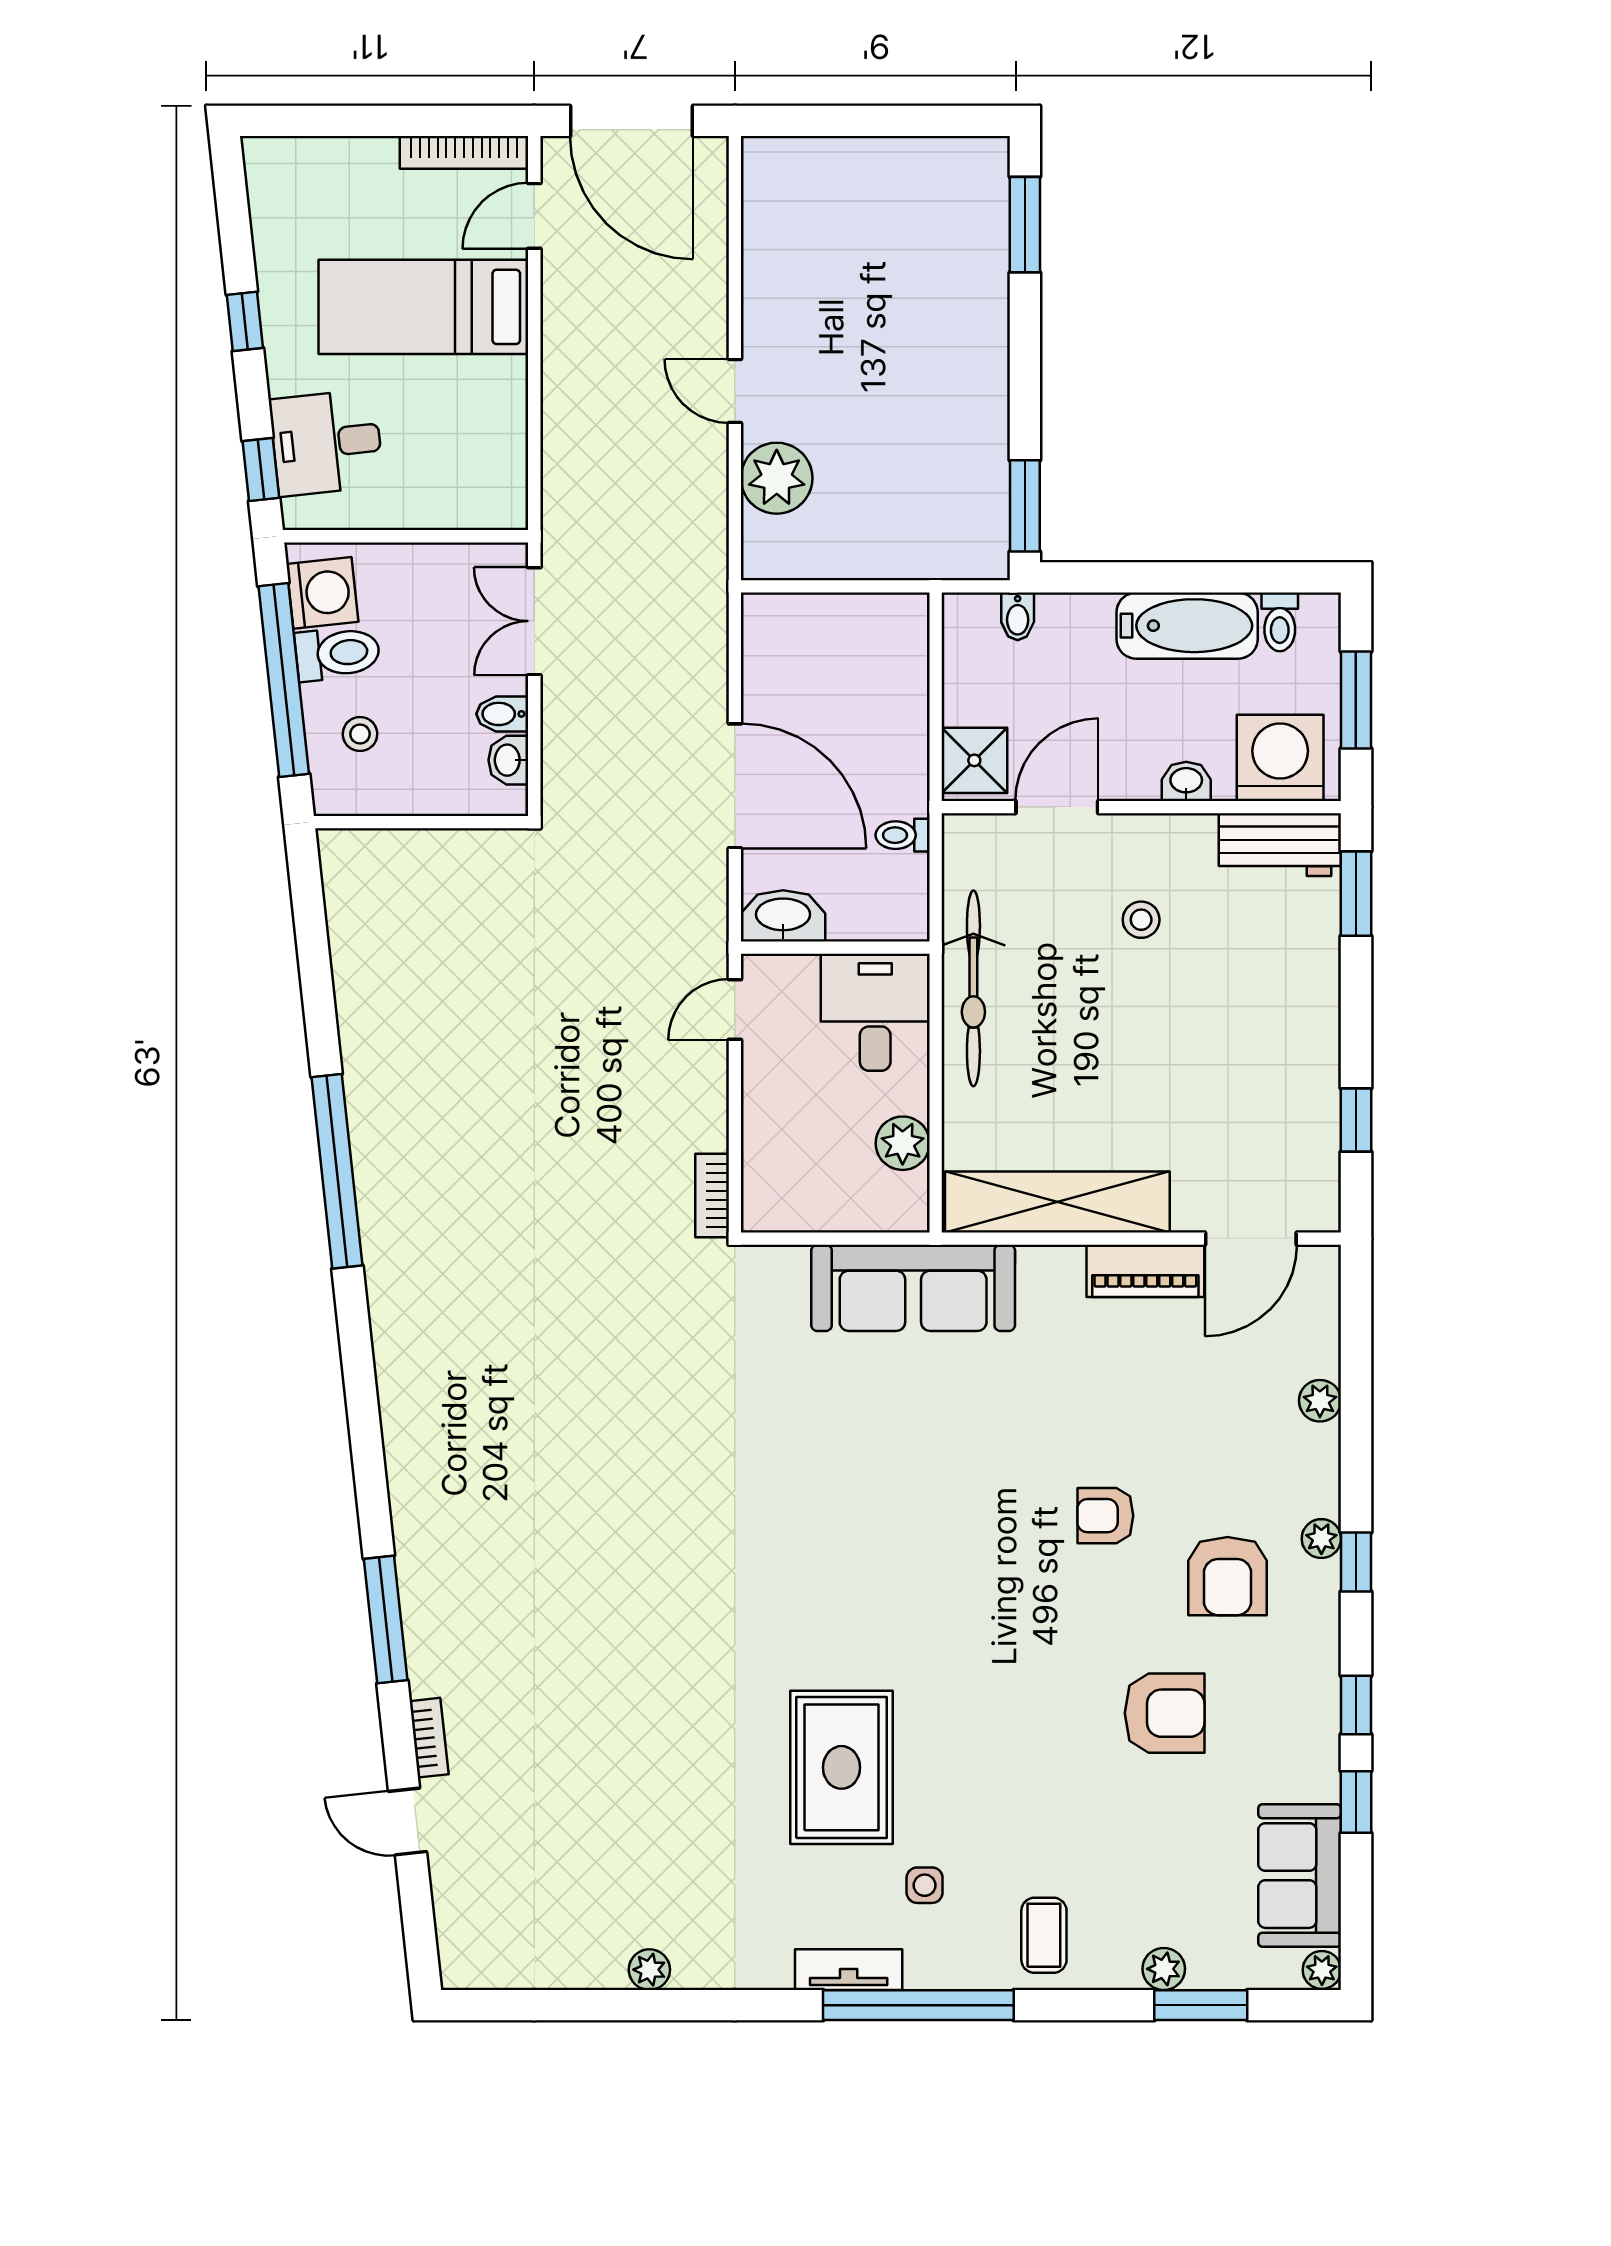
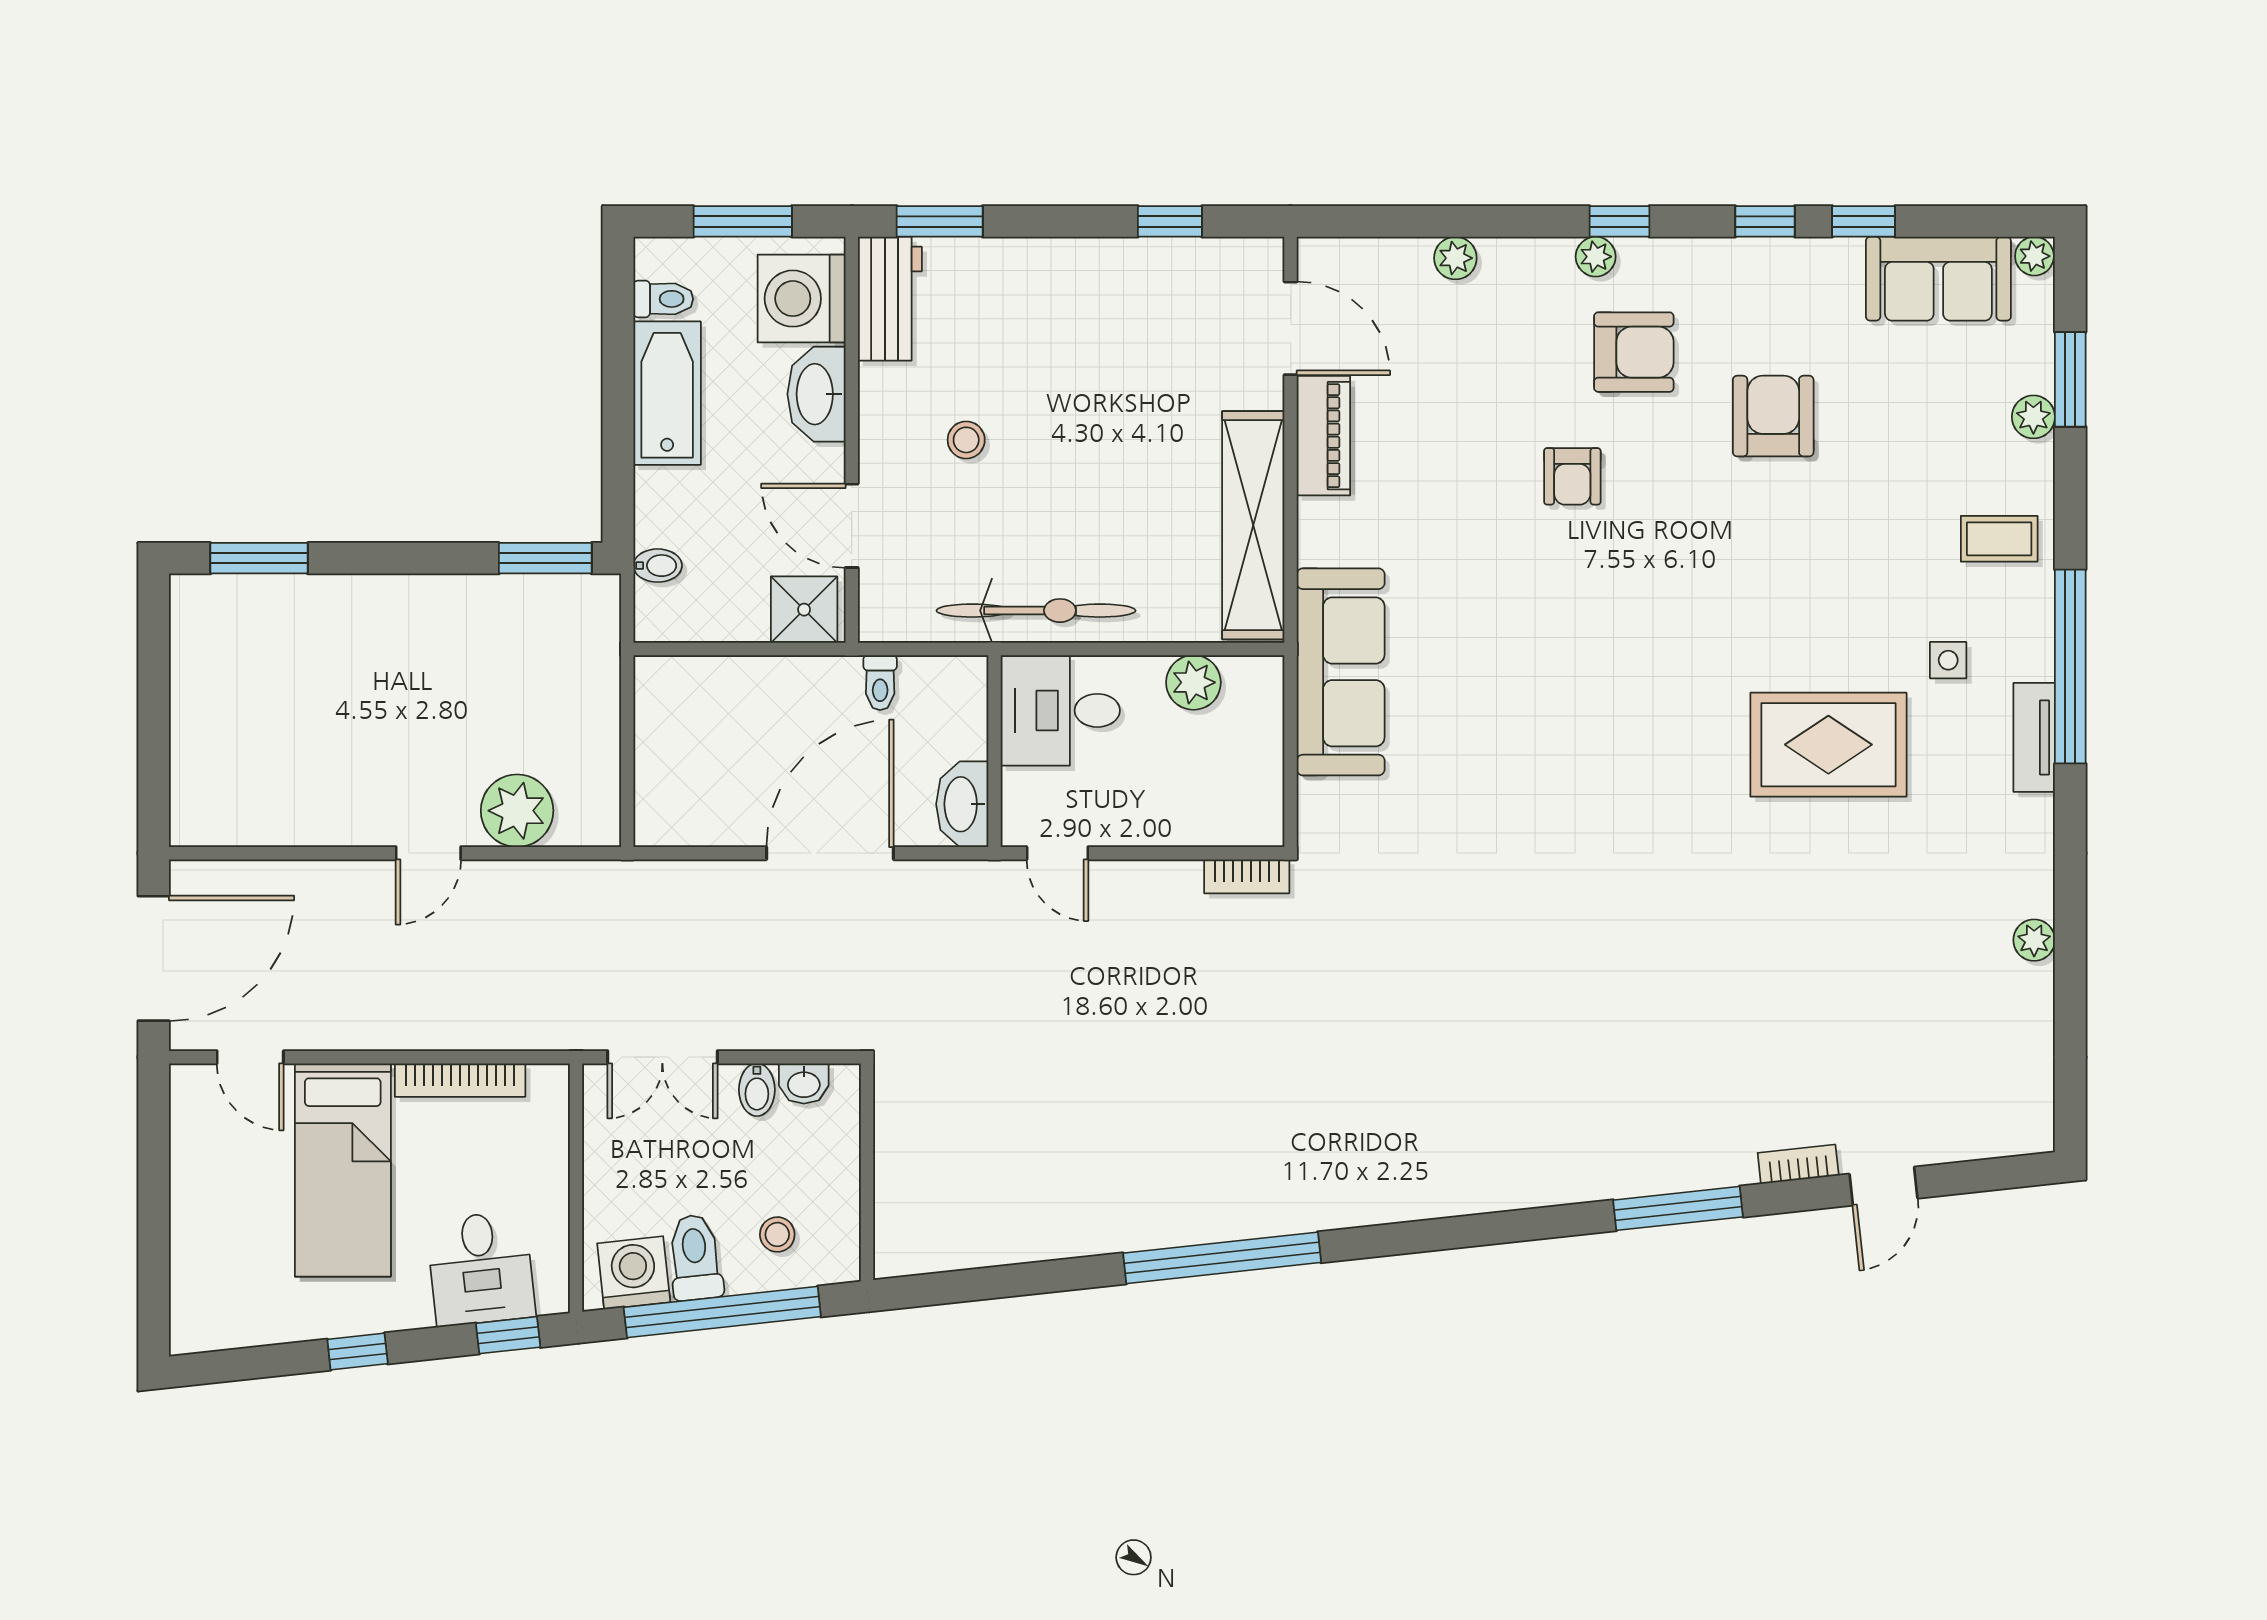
bookcase: (464, 152) -> (460, 1080), moved, turned 90
washbasin: (1186, 781) -> (816, 394), width x1.91, depth x1.45

